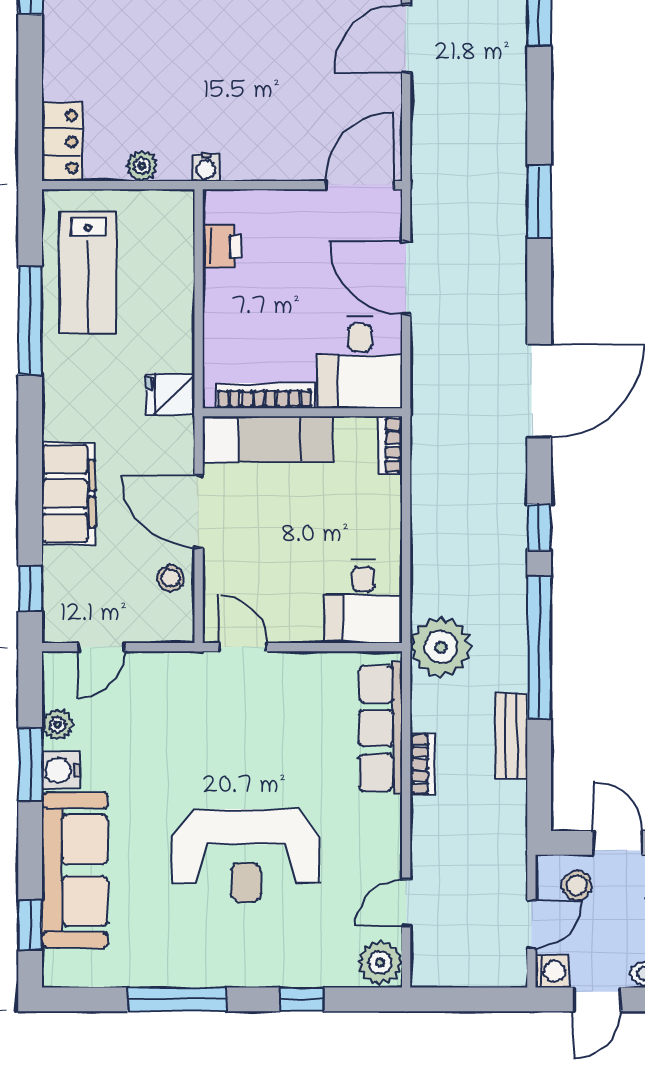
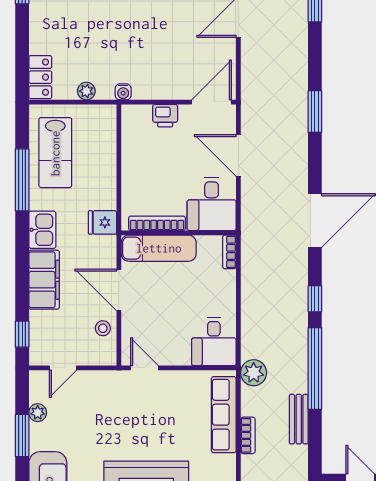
printer: (222, 246) -> (165, 116), moved, turned 90
kitchen sink: (65, 407) -> (42, 230), added
plant: (441, 647) -> (254, 373), width x0.73, depth x0.73
water cooler: (61, 770) -> (40, 439), removed

